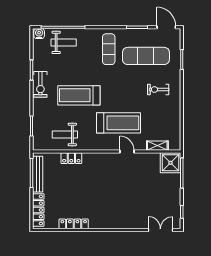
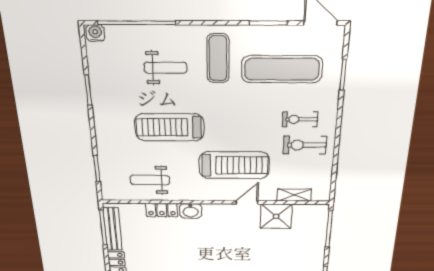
weight bench: (64, 42) -> (165, 68), moved
exercise bike: (40, 84) -> (305, 145), moved, turned 90
door: (127, 152) -> (247, 202), hinge flipped
washbasin: (90, 159) -> (191, 211), added
shower: (170, 163) -> (276, 216), moved

